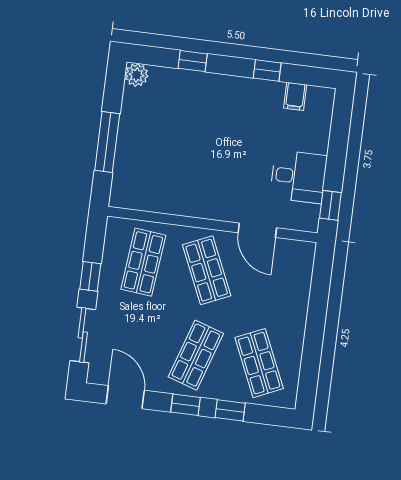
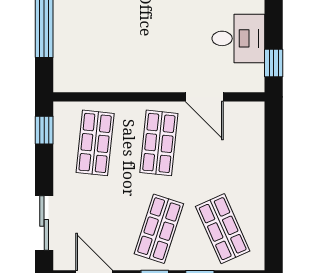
shop shelf: (207, 270) -> (159, 143), turned 30
window: (90, 276) -> (44, 130), moved

